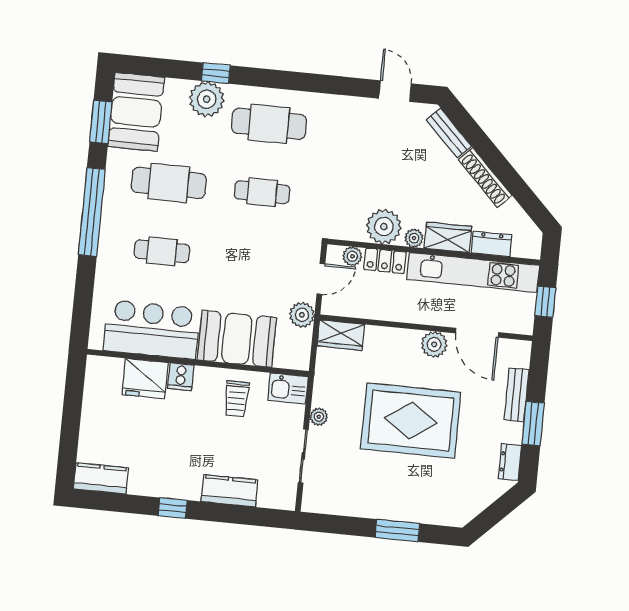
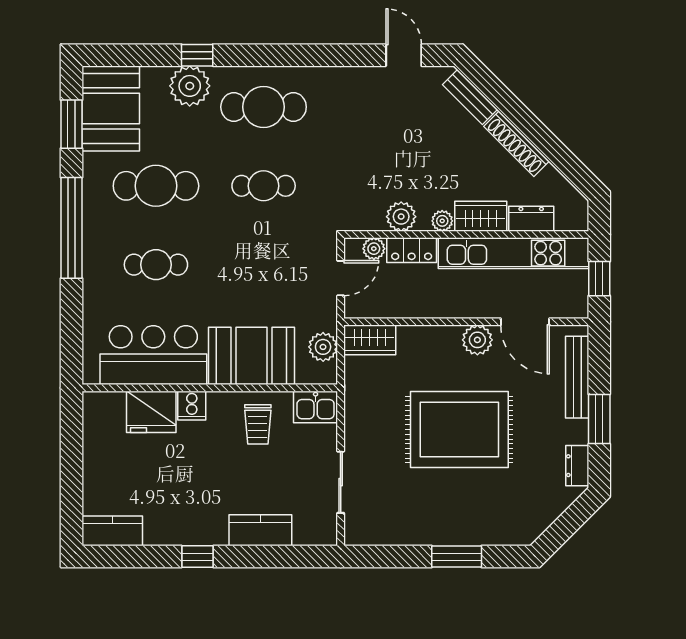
plant: (384, 227) -> (401, 217), width x0.73, depth x0.73
plant: (302, 315) -> (323, 347), moved
bench: (517, 395) -> (577, 377), width x1.36
plant: (319, 417) -> (354, 436), removed

